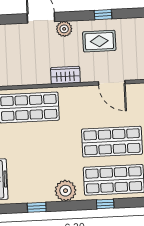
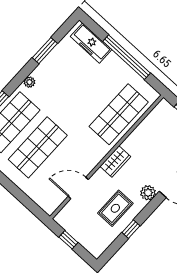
plant: (66, 191) -> (29, 82), width x0.53, depth x0.53
window: (37, 207) -> (45, 51), width x1.50

